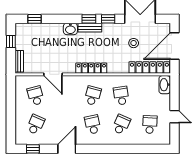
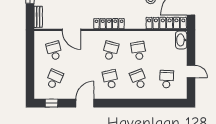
school desk: (121, 125) -> (139, 79), turned -45

